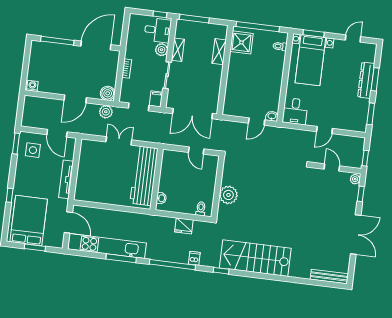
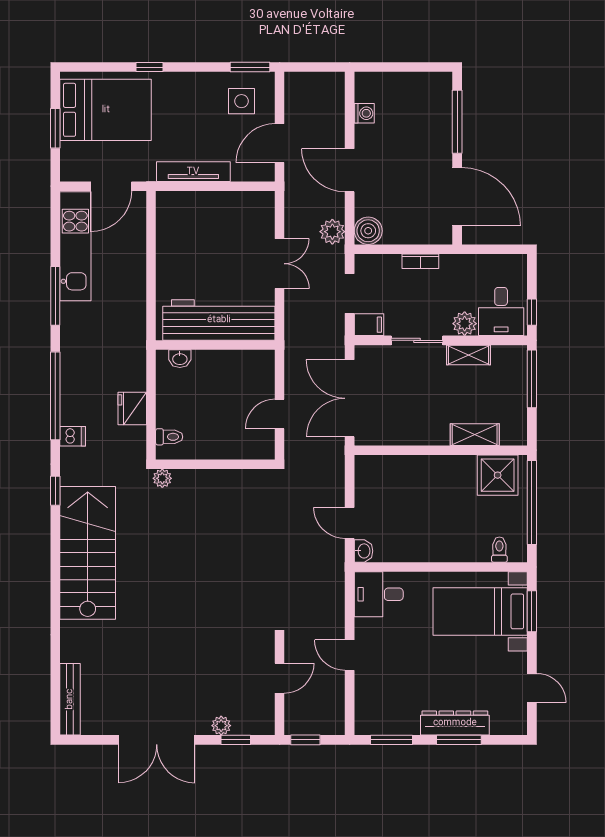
washing machine: (32, 86) -> (364, 113), moved
plant: (355, 179) -> (221, 726), moved
plant: (228, 195) -> (162, 478), moved, width x0.53, depth x0.53
kitchen unit: (107, 246) -> (75, 246), width x0.73

